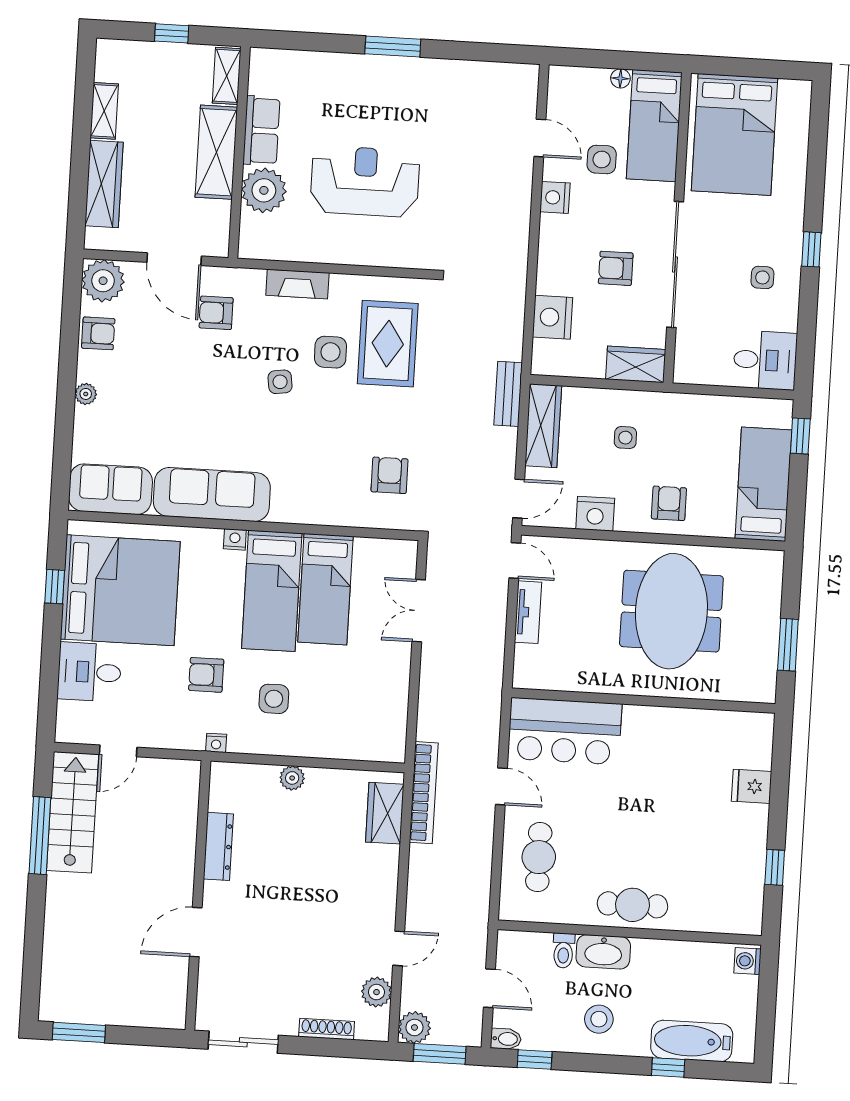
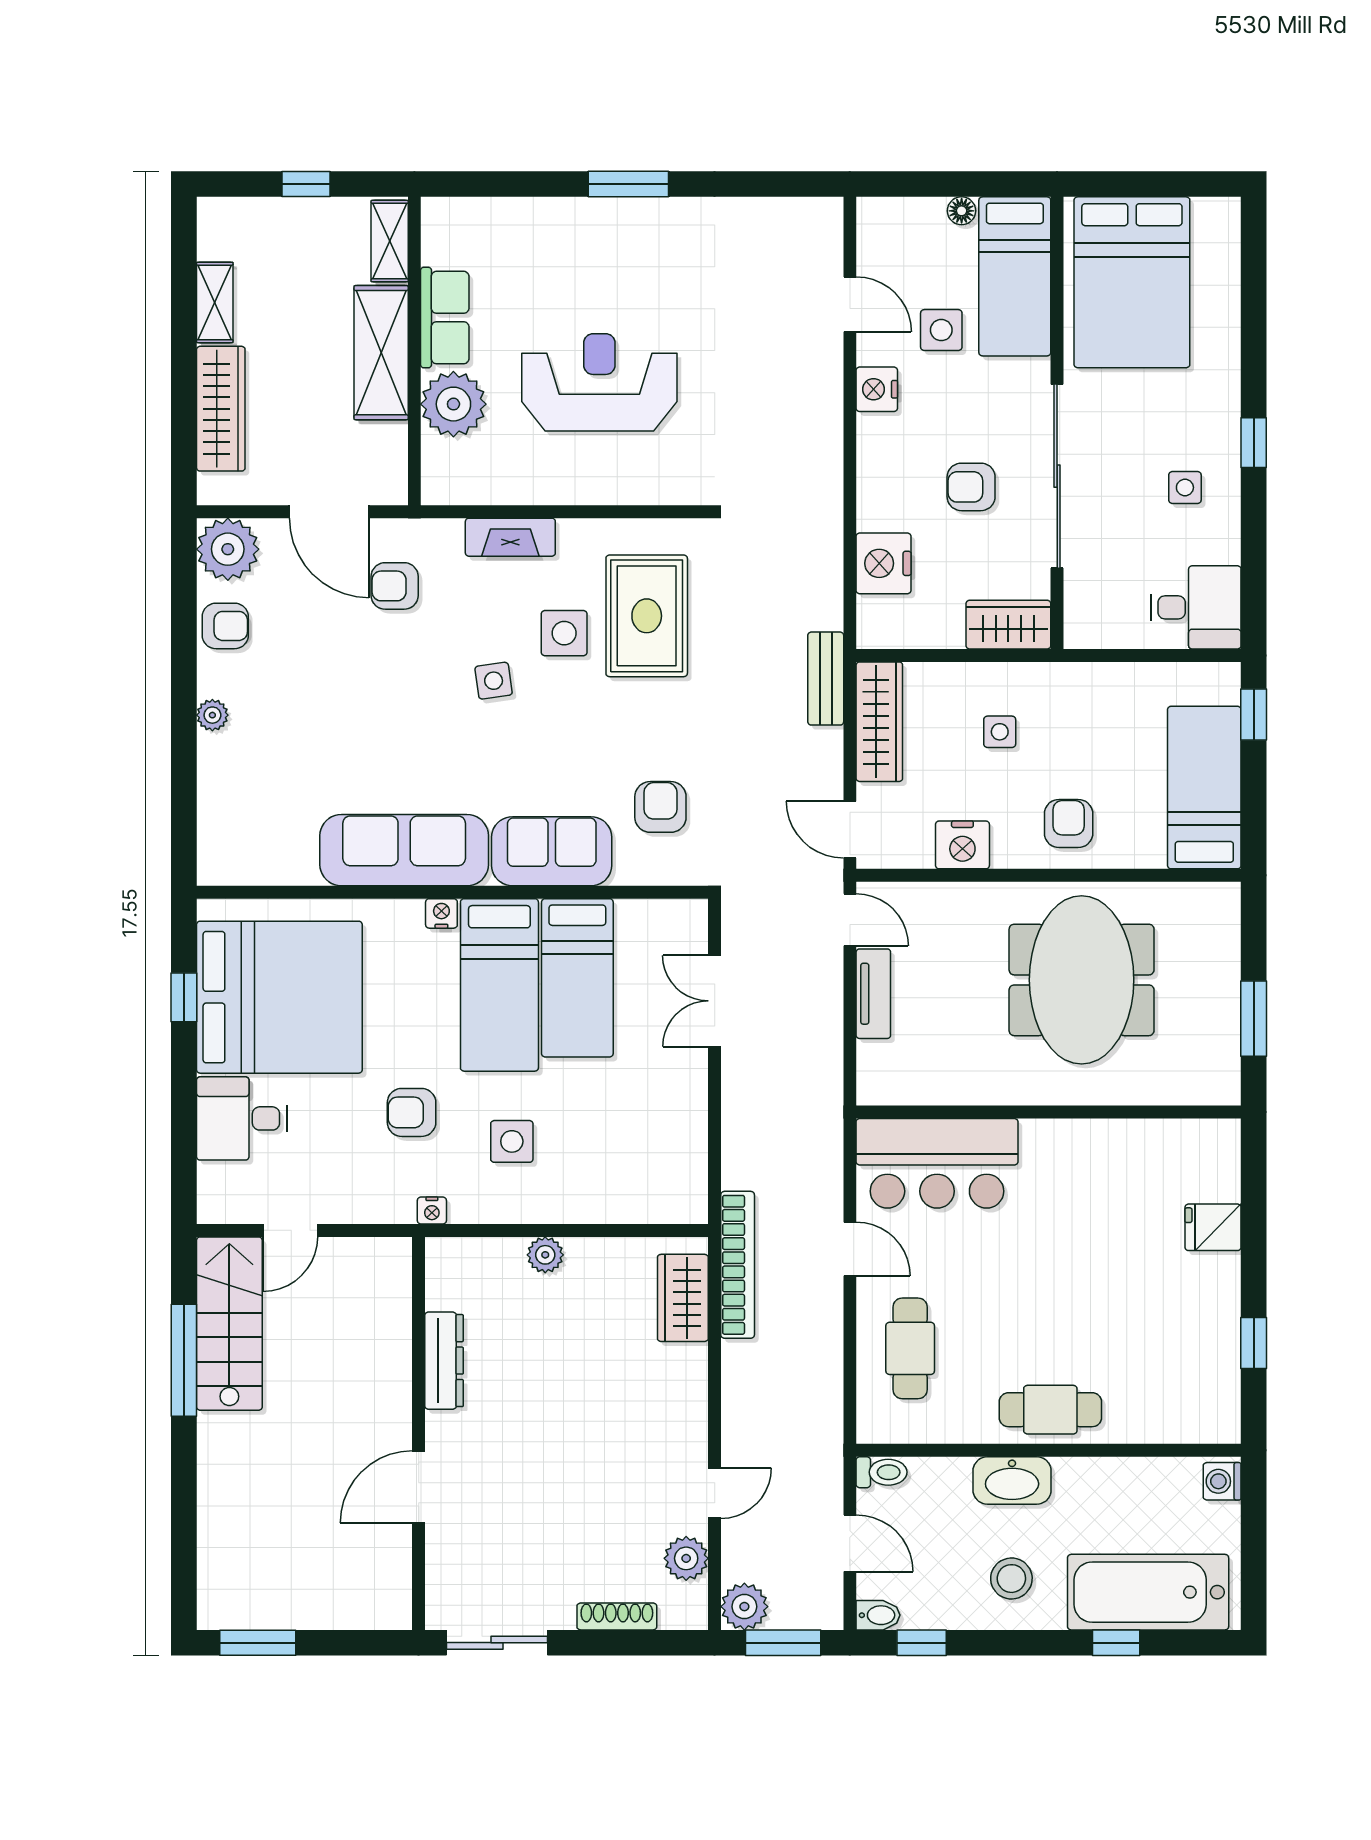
sofa: (111, 489) -> (552, 851), moved
door: (519, 499) -> (850, 830), swing flipped
toilet: (563, 951) -> (882, 1472), moved, turned -90
bathtub: (692, 1041) -> (1148, 1592), width x1.36, depth x1.36

